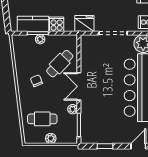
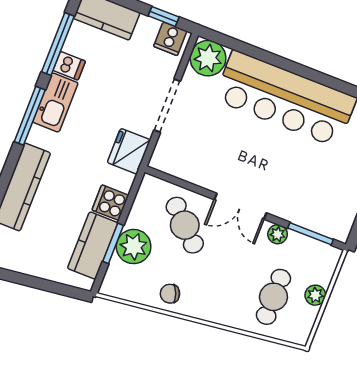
plant: (40, 39) -> (134, 247), width x1.88, depth x1.88
chair: (36, 81) -> (170, 294), moved

